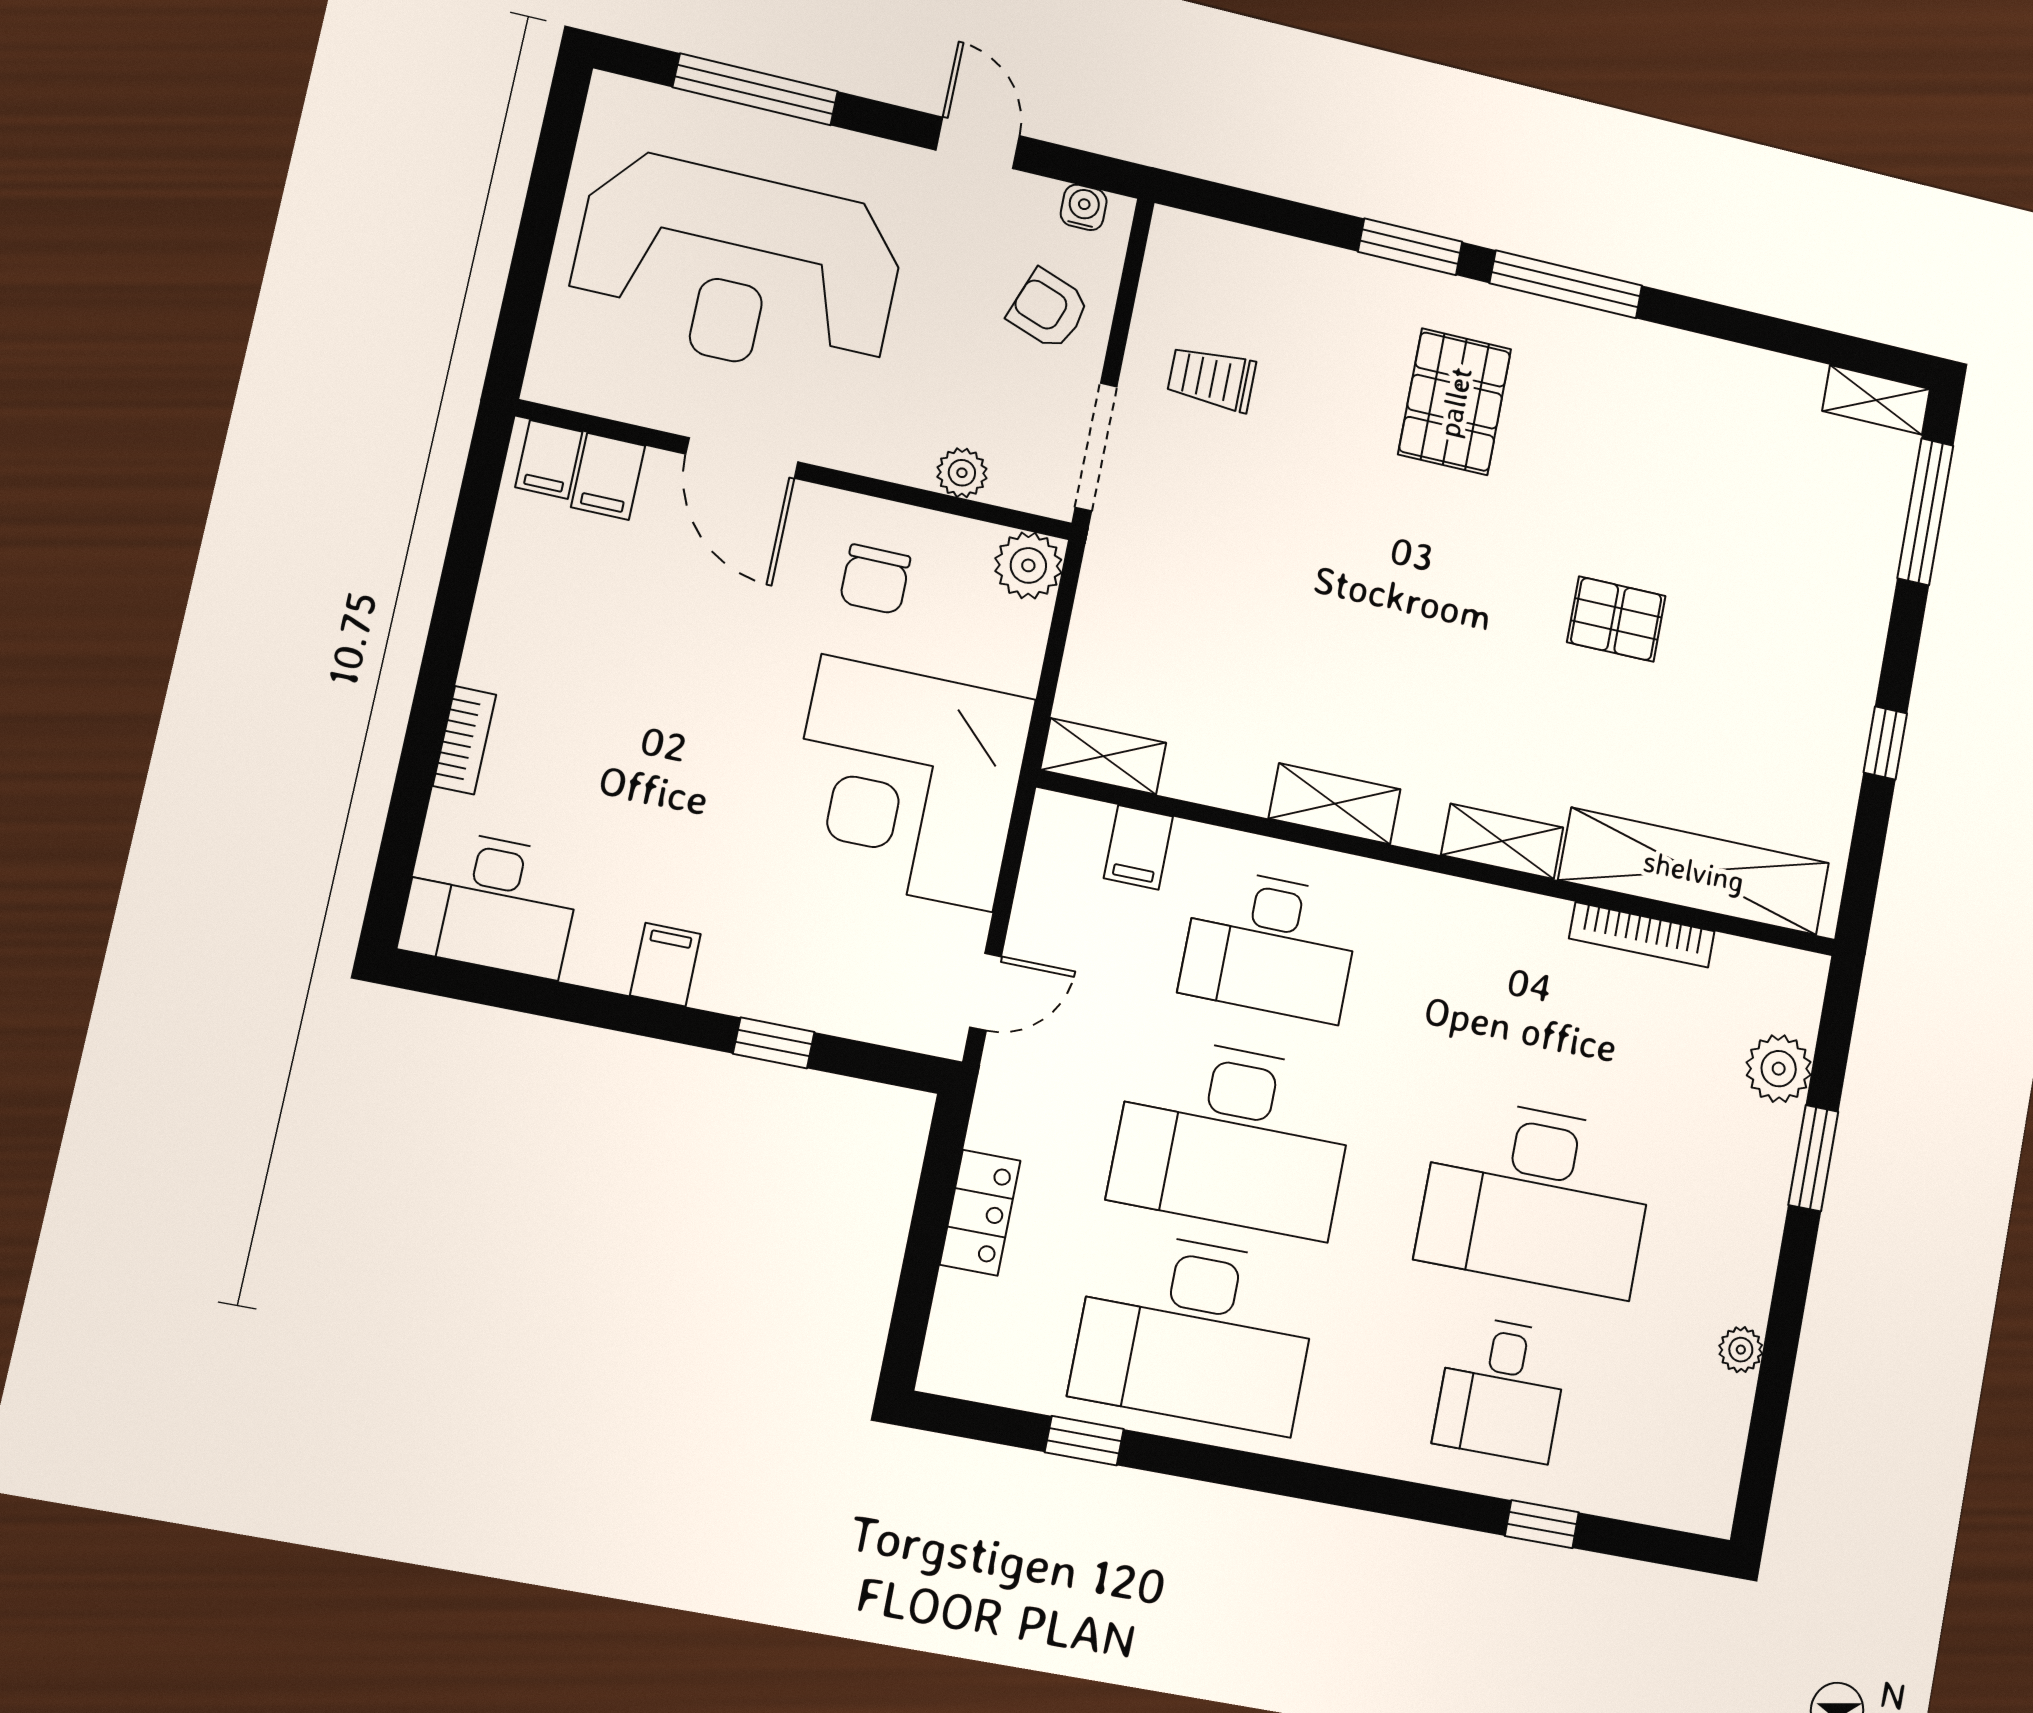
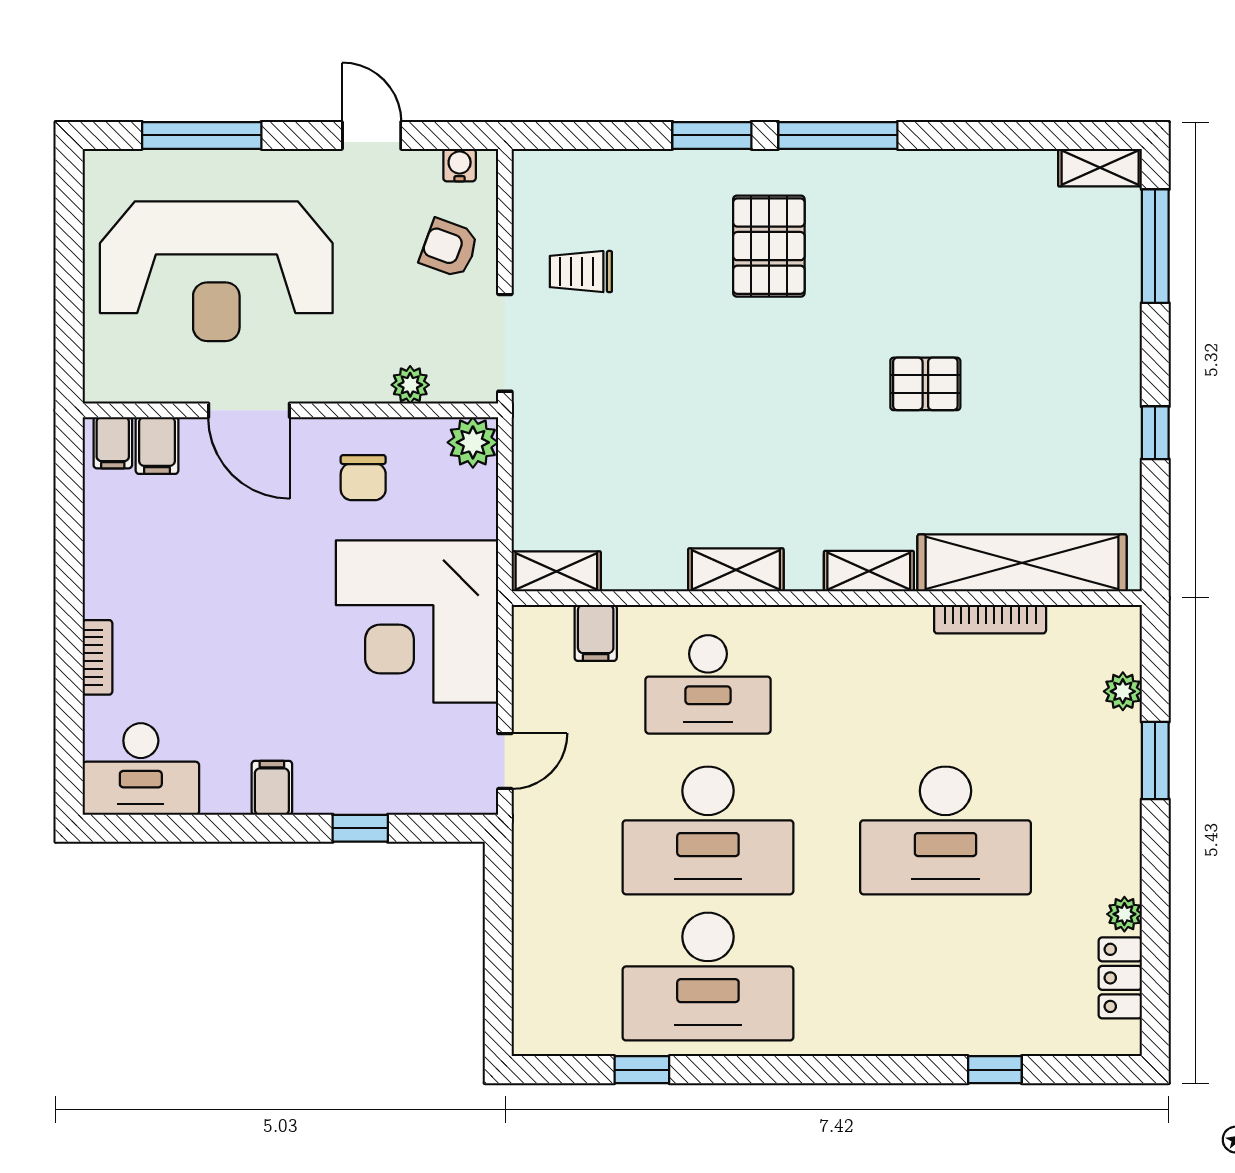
plant: (1779, 1069) -> (1123, 691), width x0.73, depth x0.73
locker: (980, 1213) -> (1120, 978), moved, turned 180
desk: (1502, 1389) -> (945, 977), removed

